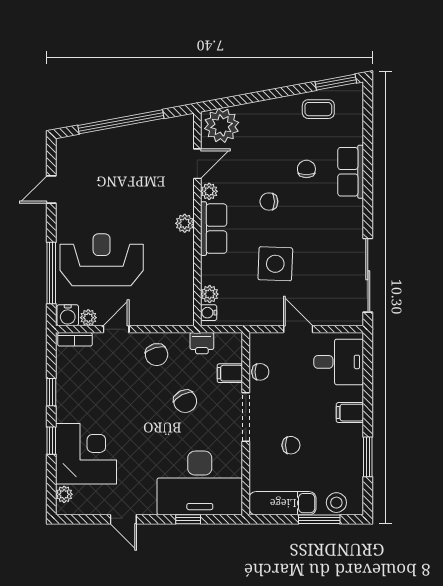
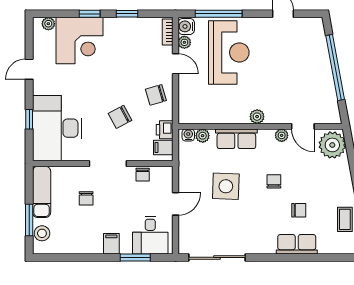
row of seats: (214, 229) -> (236, 139), moved
filing cabinet: (230, 373) -> (163, 147), moved, turned -90
window: (368, 457) -> (135, 257), moved

